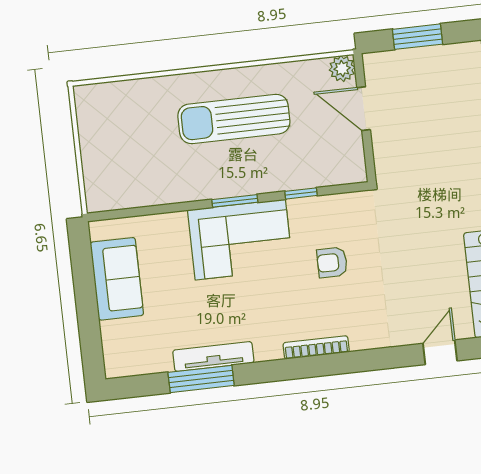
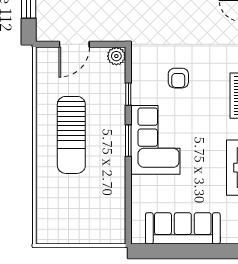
plant: (342, 69) -> (116, 56), moved
sofa: (117, 279) -> (183, 228), width x1.36

